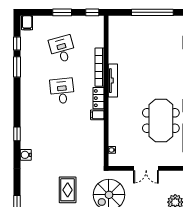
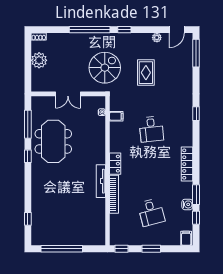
desk: (62, 91) -> (151, 129), moved
locker: (26, 98) -> (187, 164), added
filing cabinet: (97, 115) -> (116, 116), moved
window: (17, 134) -> (196, 114), moved
water cooler: (26, 155) -> (187, 204), moved
double door: (146, 168) -> (68, 94), swing flipped

